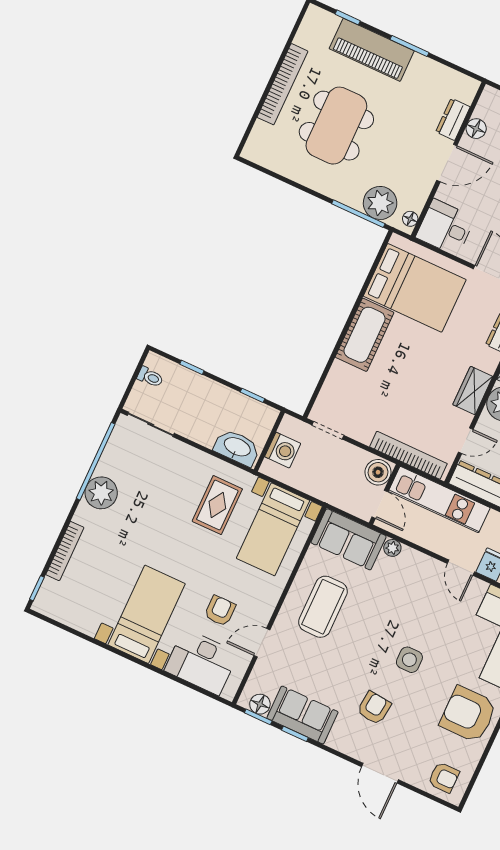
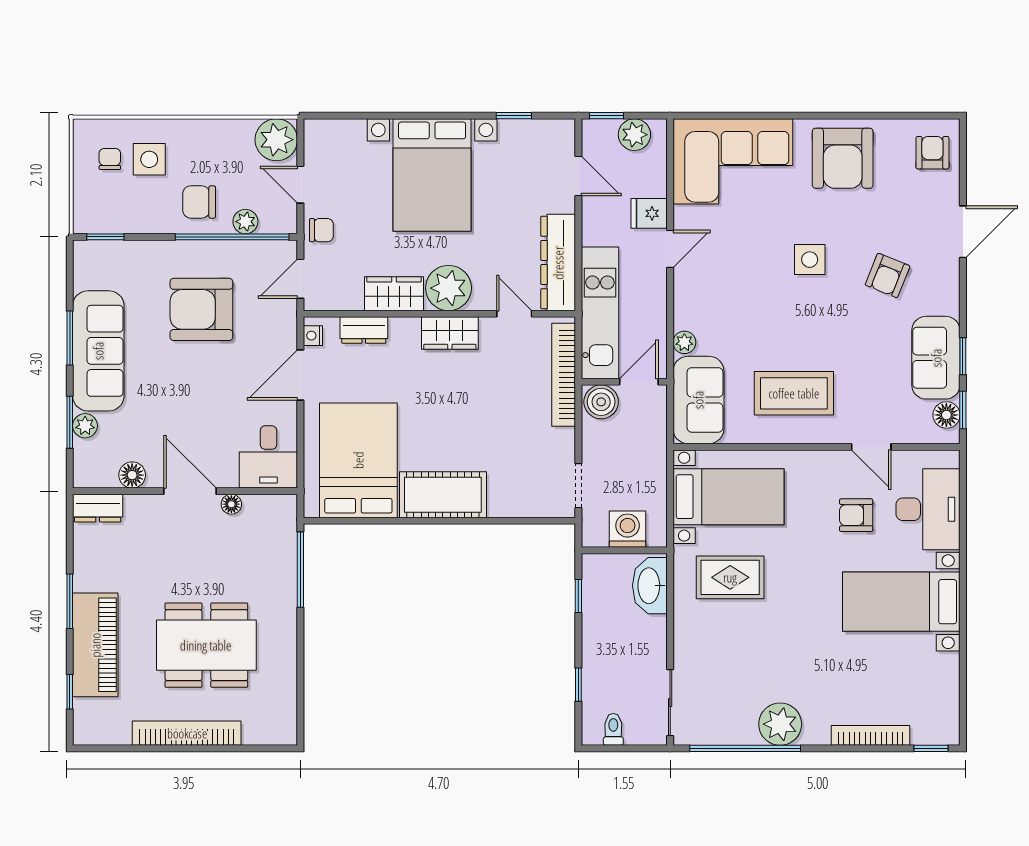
dresser: (453, 119) -> (98, 508), moved
plant: (380, 203) -> (275, 549), removed
floor lamp: (410, 219) -> (231, 504), moved
armchair: (374, 708) -> (888, 275), turned -74

